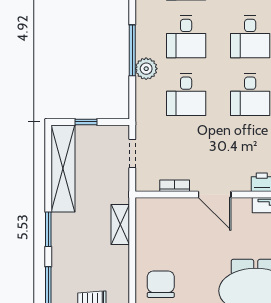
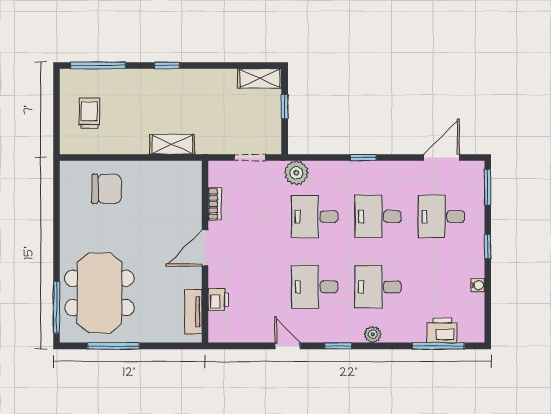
window: (132, 50) -> (363, 158), width x0.46
plant: (146, 69) -> (296, 173), moved
shelving: (63, 168) -> (260, 78), width x0.45, depth x0.75
window: (48, 229) -> (167, 65), width x0.67

